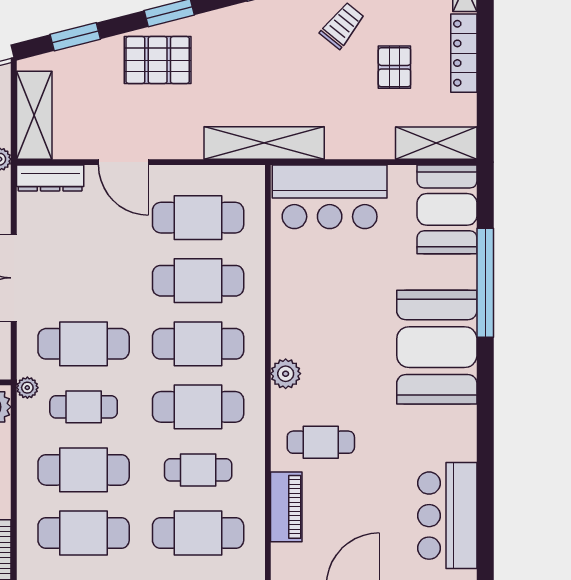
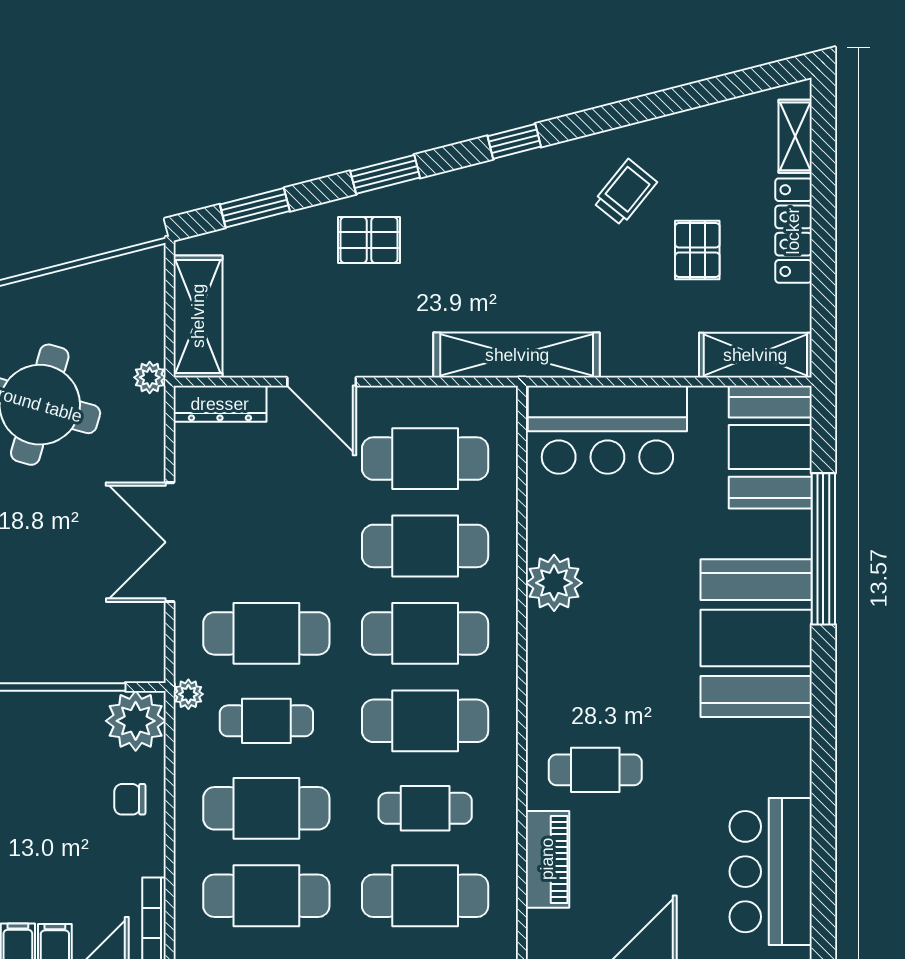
pallet: (158, 60) -> (369, 240), width x0.67, depth x0.71
plant: (286, 374) -> (554, 583), moved, width x1.36, depth x1.36

